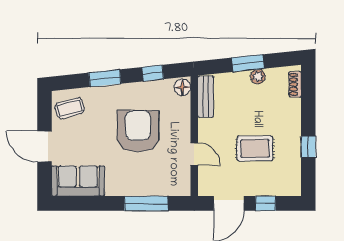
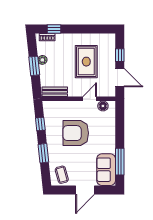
floor lamp: (182, 87) -> (103, 106), moved
window: (308, 147) -> (54, 29), moved
rug: (255, 148) -> (86, 62), width x1.36, depth x1.43
window: (146, 203) -> (120, 162), moved

